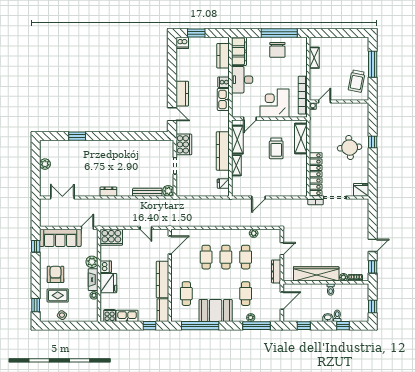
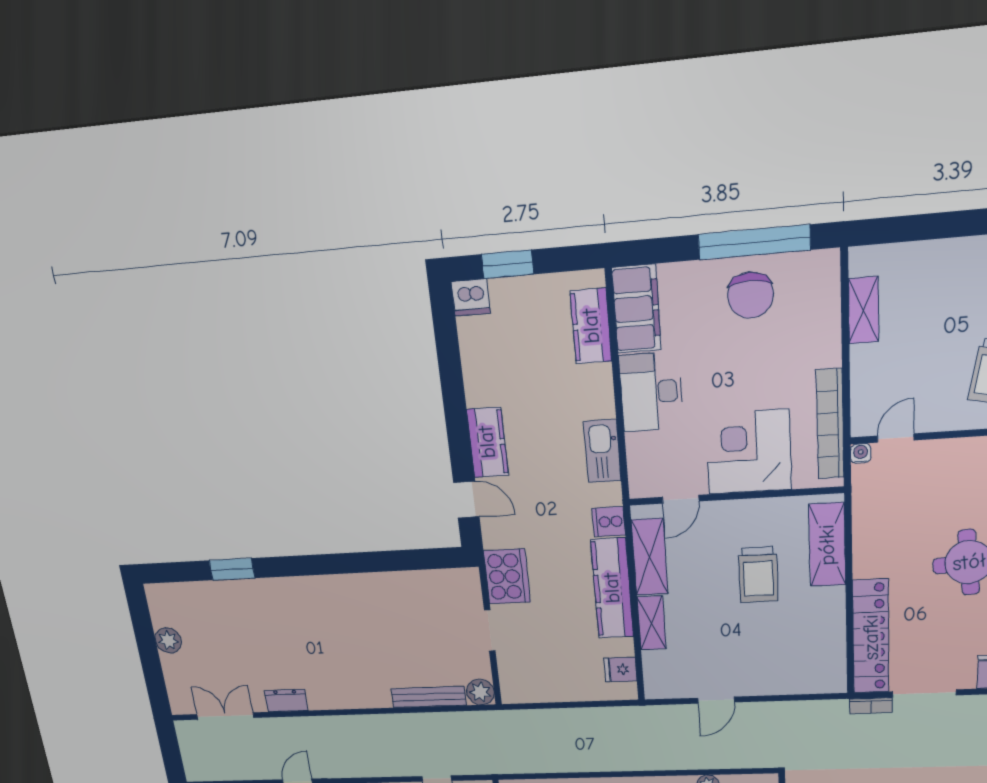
cooker: (224, 82) -> (609, 522), moved
dresser: (108, 192) -> (286, 700), moved

